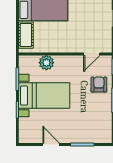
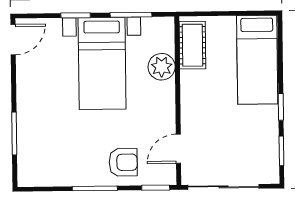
cot: (26, 35) -> (192, 45), moved, turned 90
door: (92, 54) -> (178, 149), hinge flipped
door: (51, 144) -> (13, 40), moved

